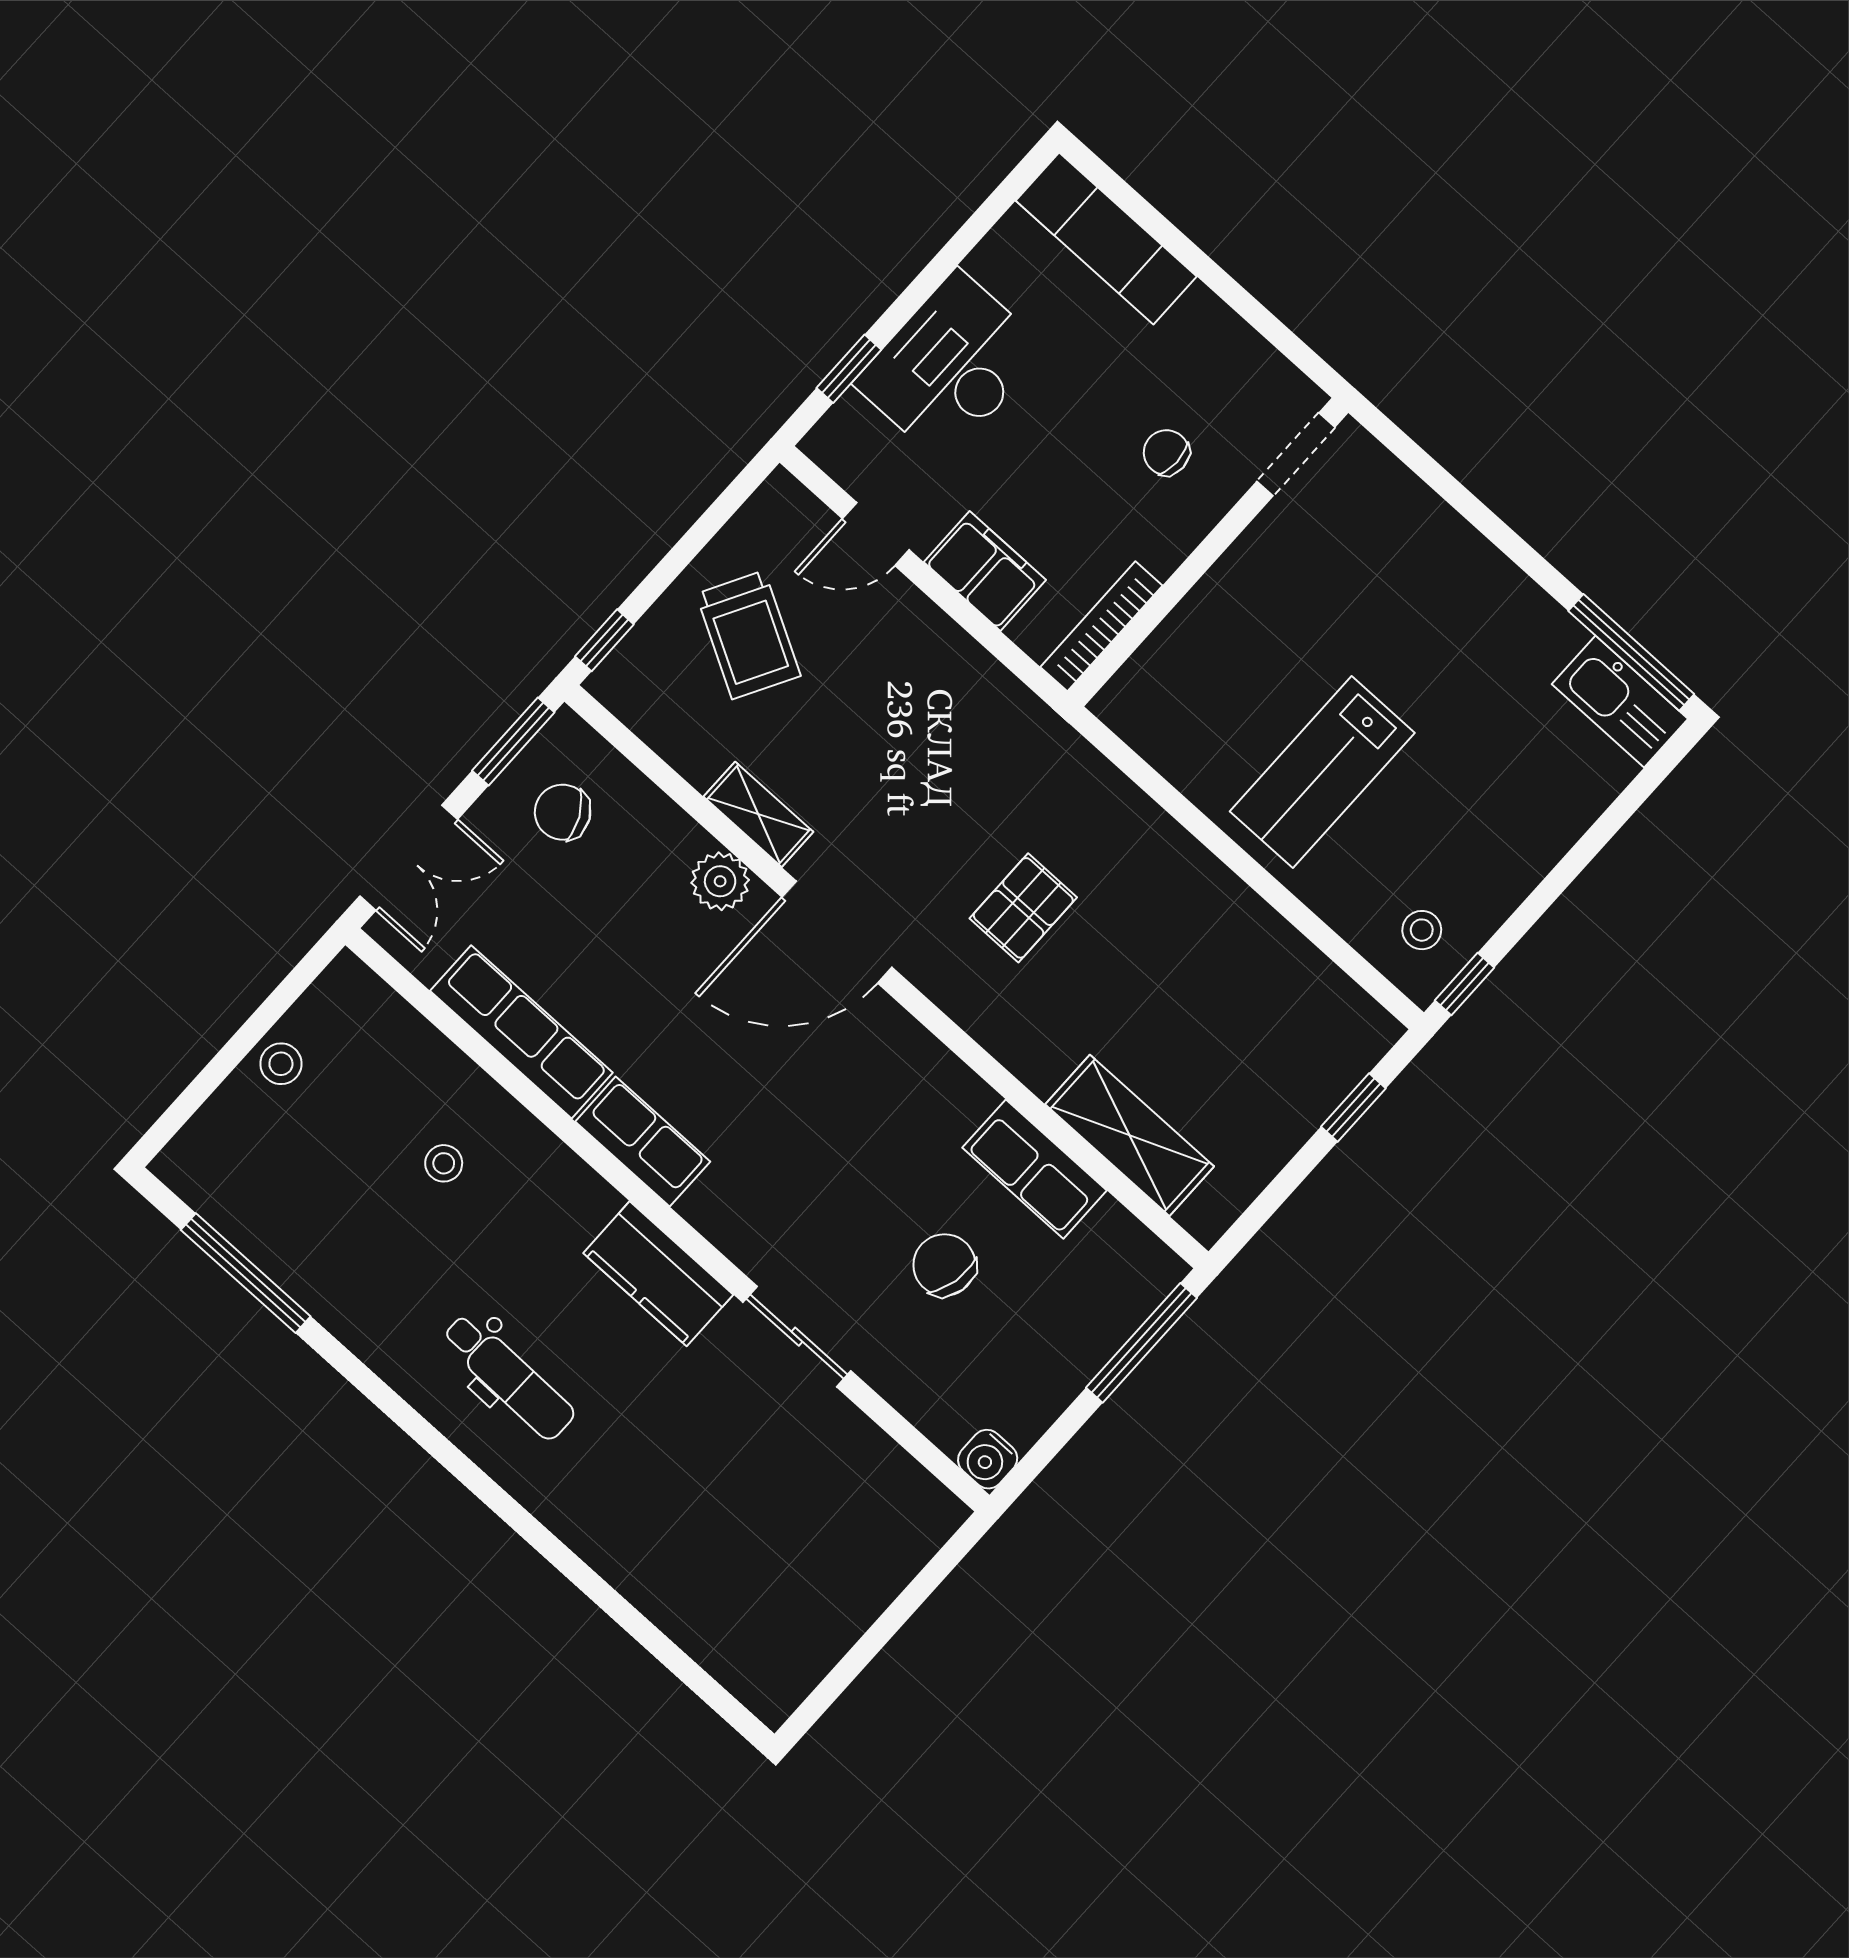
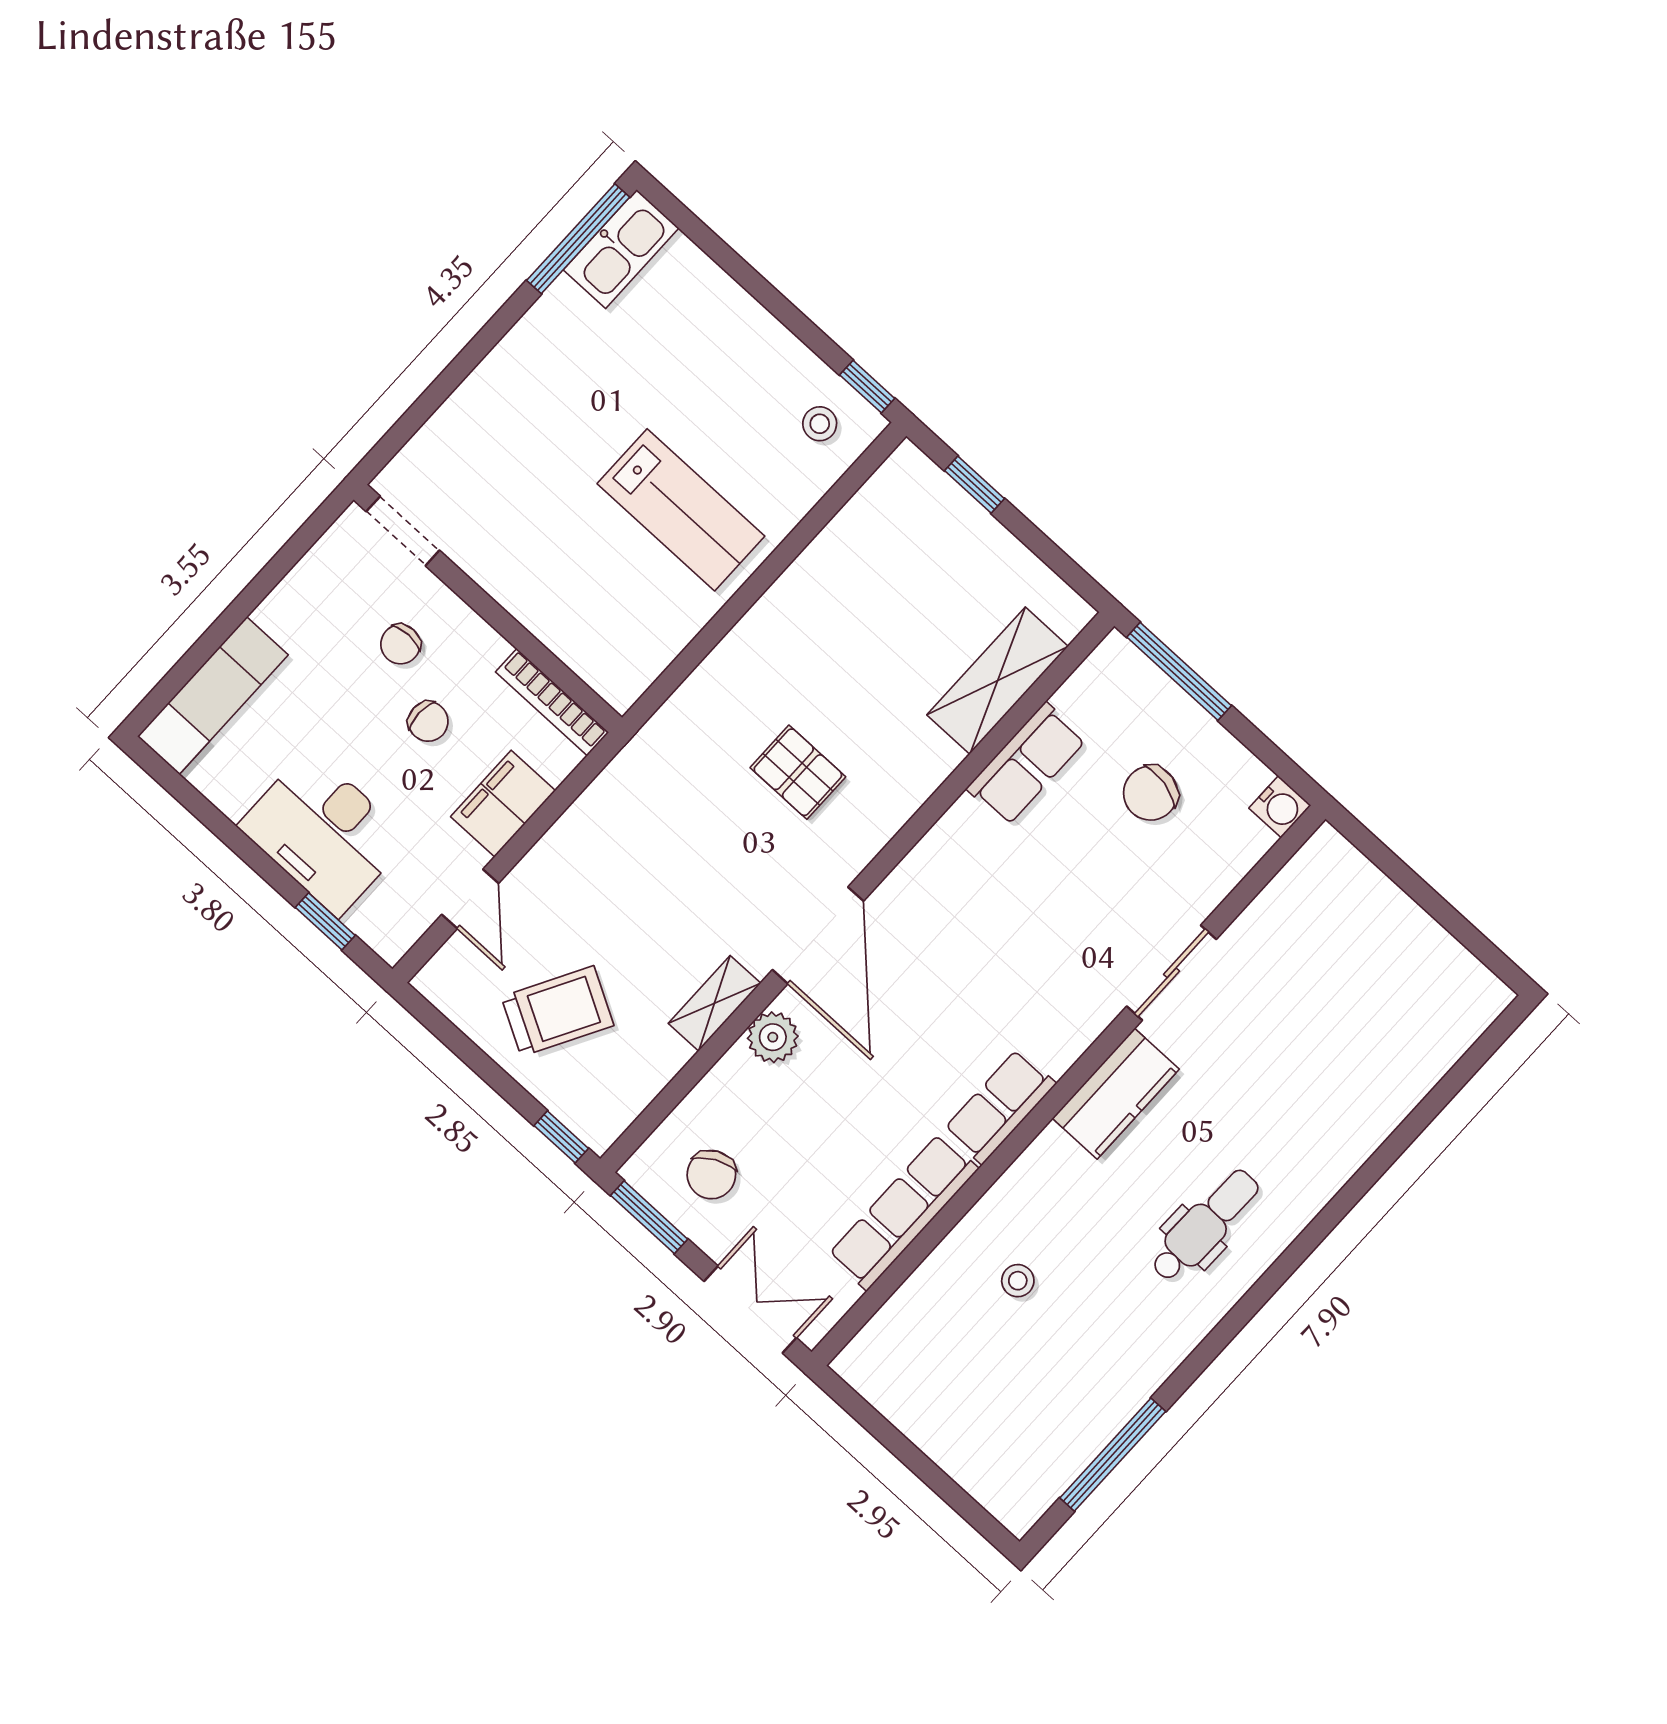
chair: (1078, 485) -> (428, 721), added
stool: (281, 1064) -> (930, 1422), removed
chair: (944, 1265) -> (1151, 793), moved

